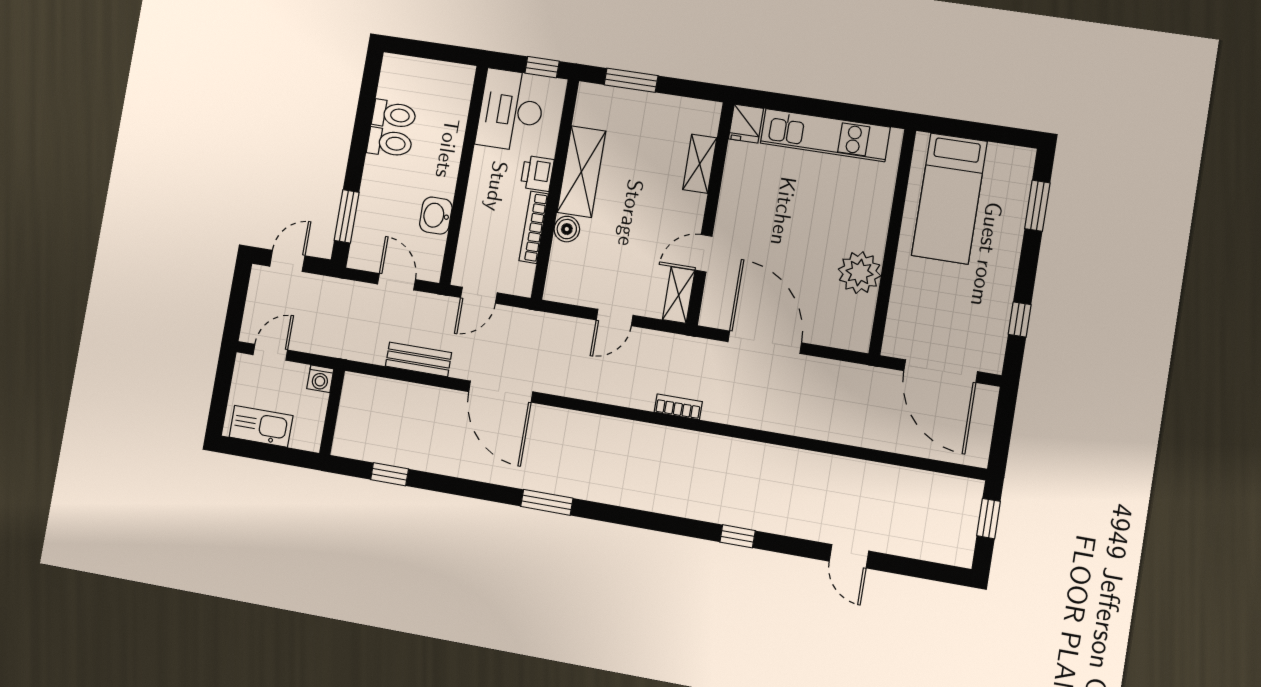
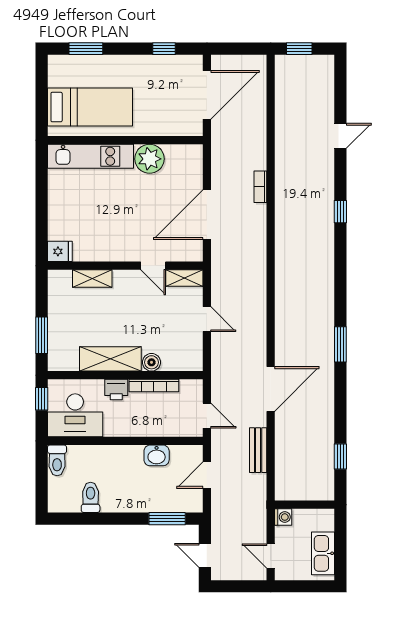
kitchen unit: (825, 135) -> (90, 156), moved, turned 90
toilet: (390, 143) -> (57, 460), moved, turned 180
bookcase: (678, 407) -> (260, 187), moved

